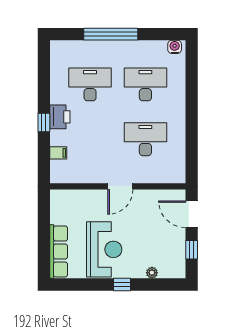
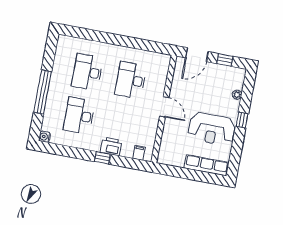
water cooler: (175, 47) -> (45, 137), moved
printer: (60, 117) -> (111, 146), moved
filing cabinet: (58, 153) -> (139, 153), moved
reception desk: (104, 249) -> (212, 129), turned 180

